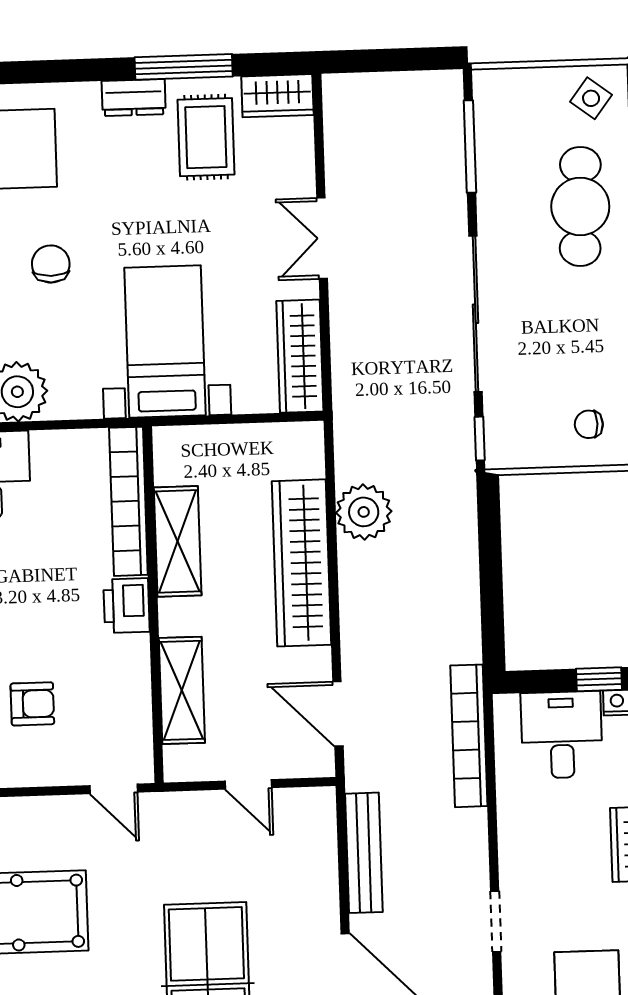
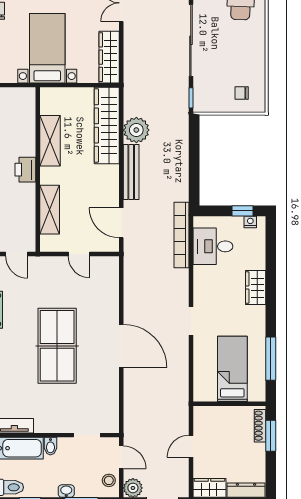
bookcase: (128, 501) -> (28, 121), removed
wardrobe: (302, 563) -> (107, 125), moved
desk: (562, 735) -> (213, 246), moved, turned -90
bench: (364, 853) -> (131, 172), moved

